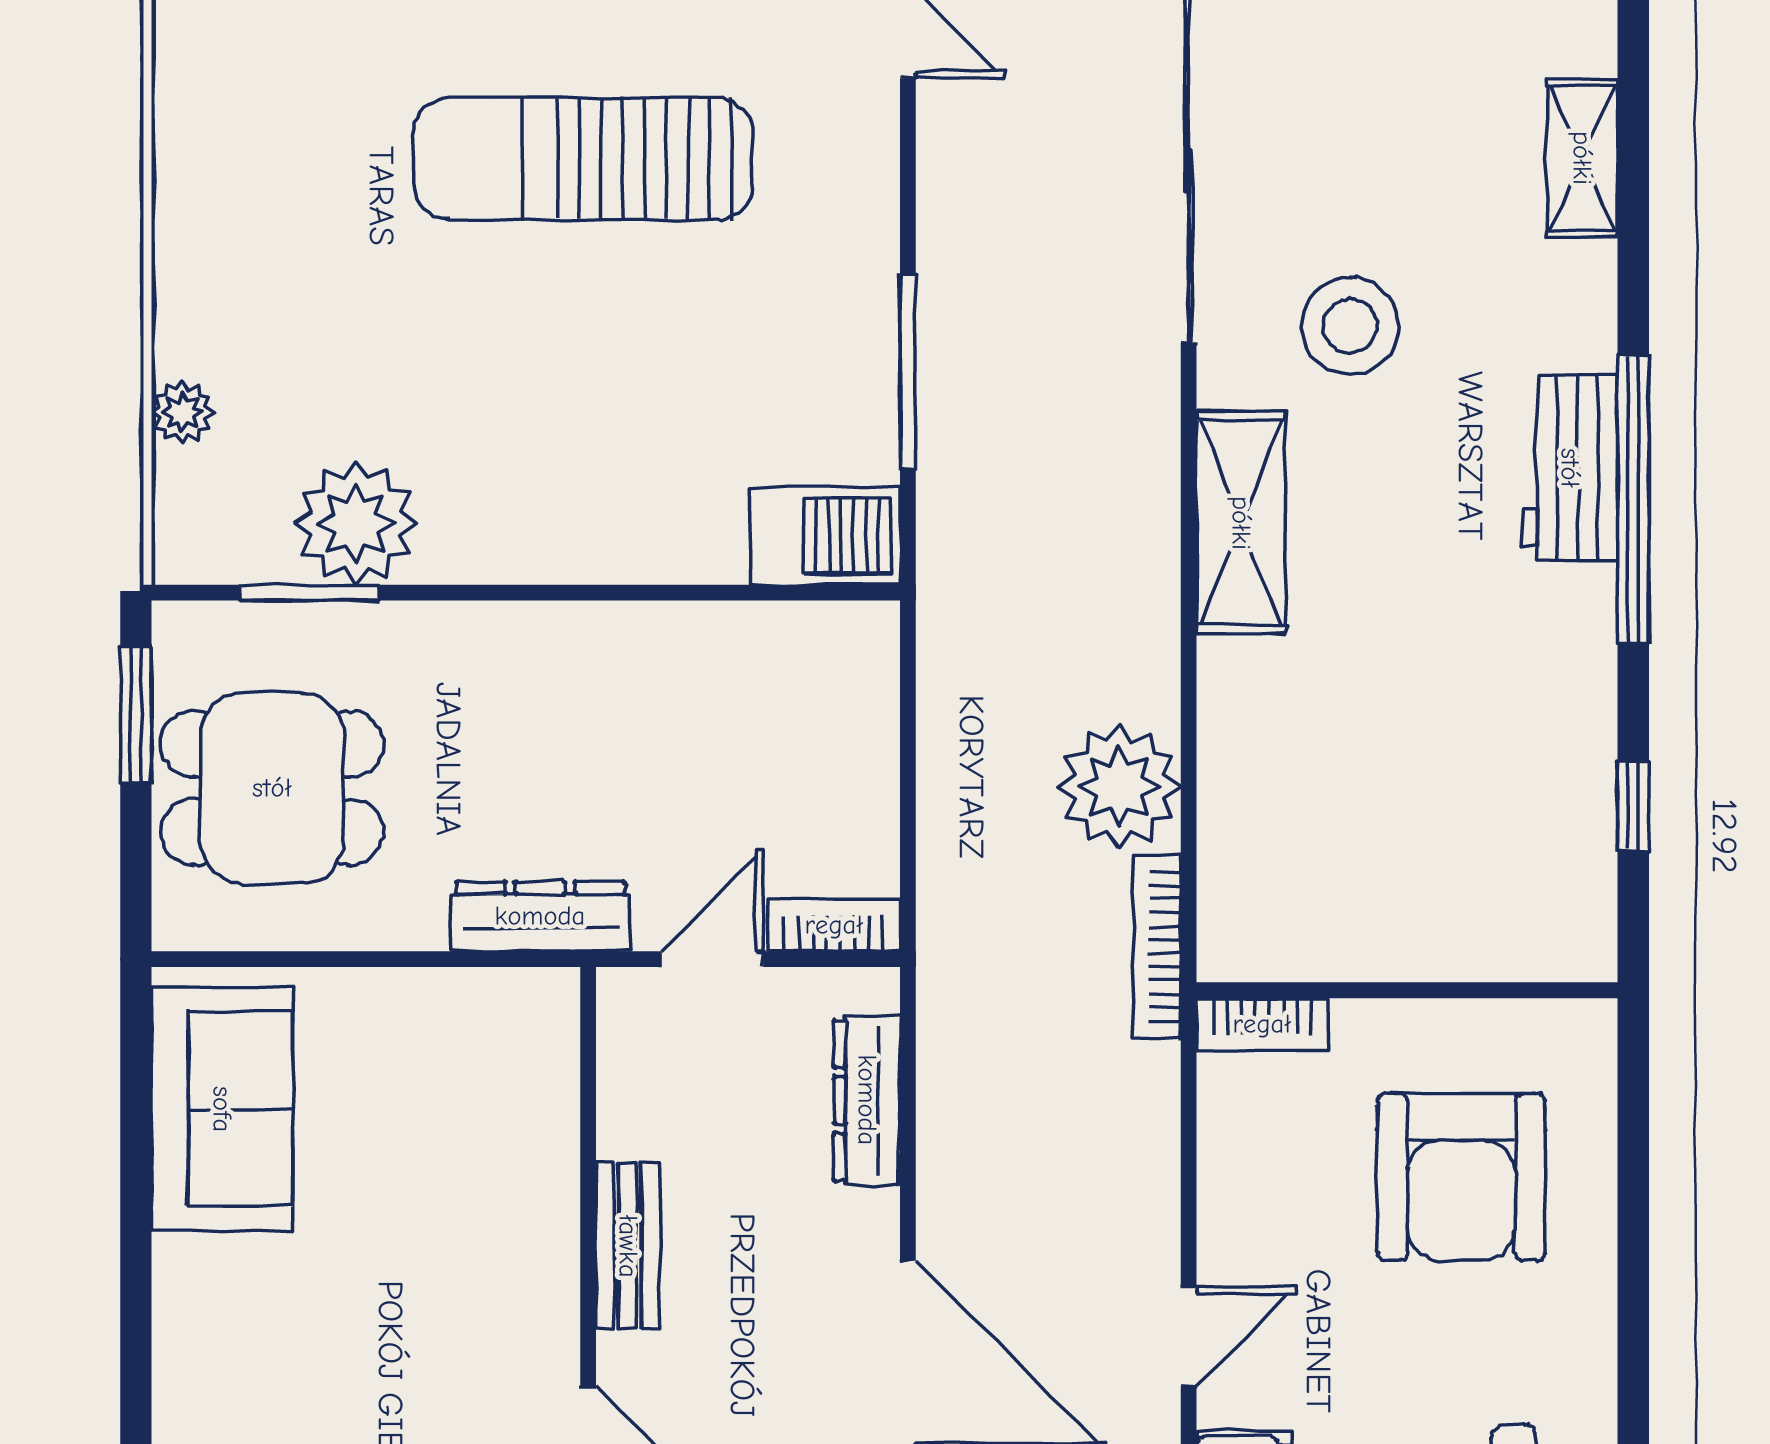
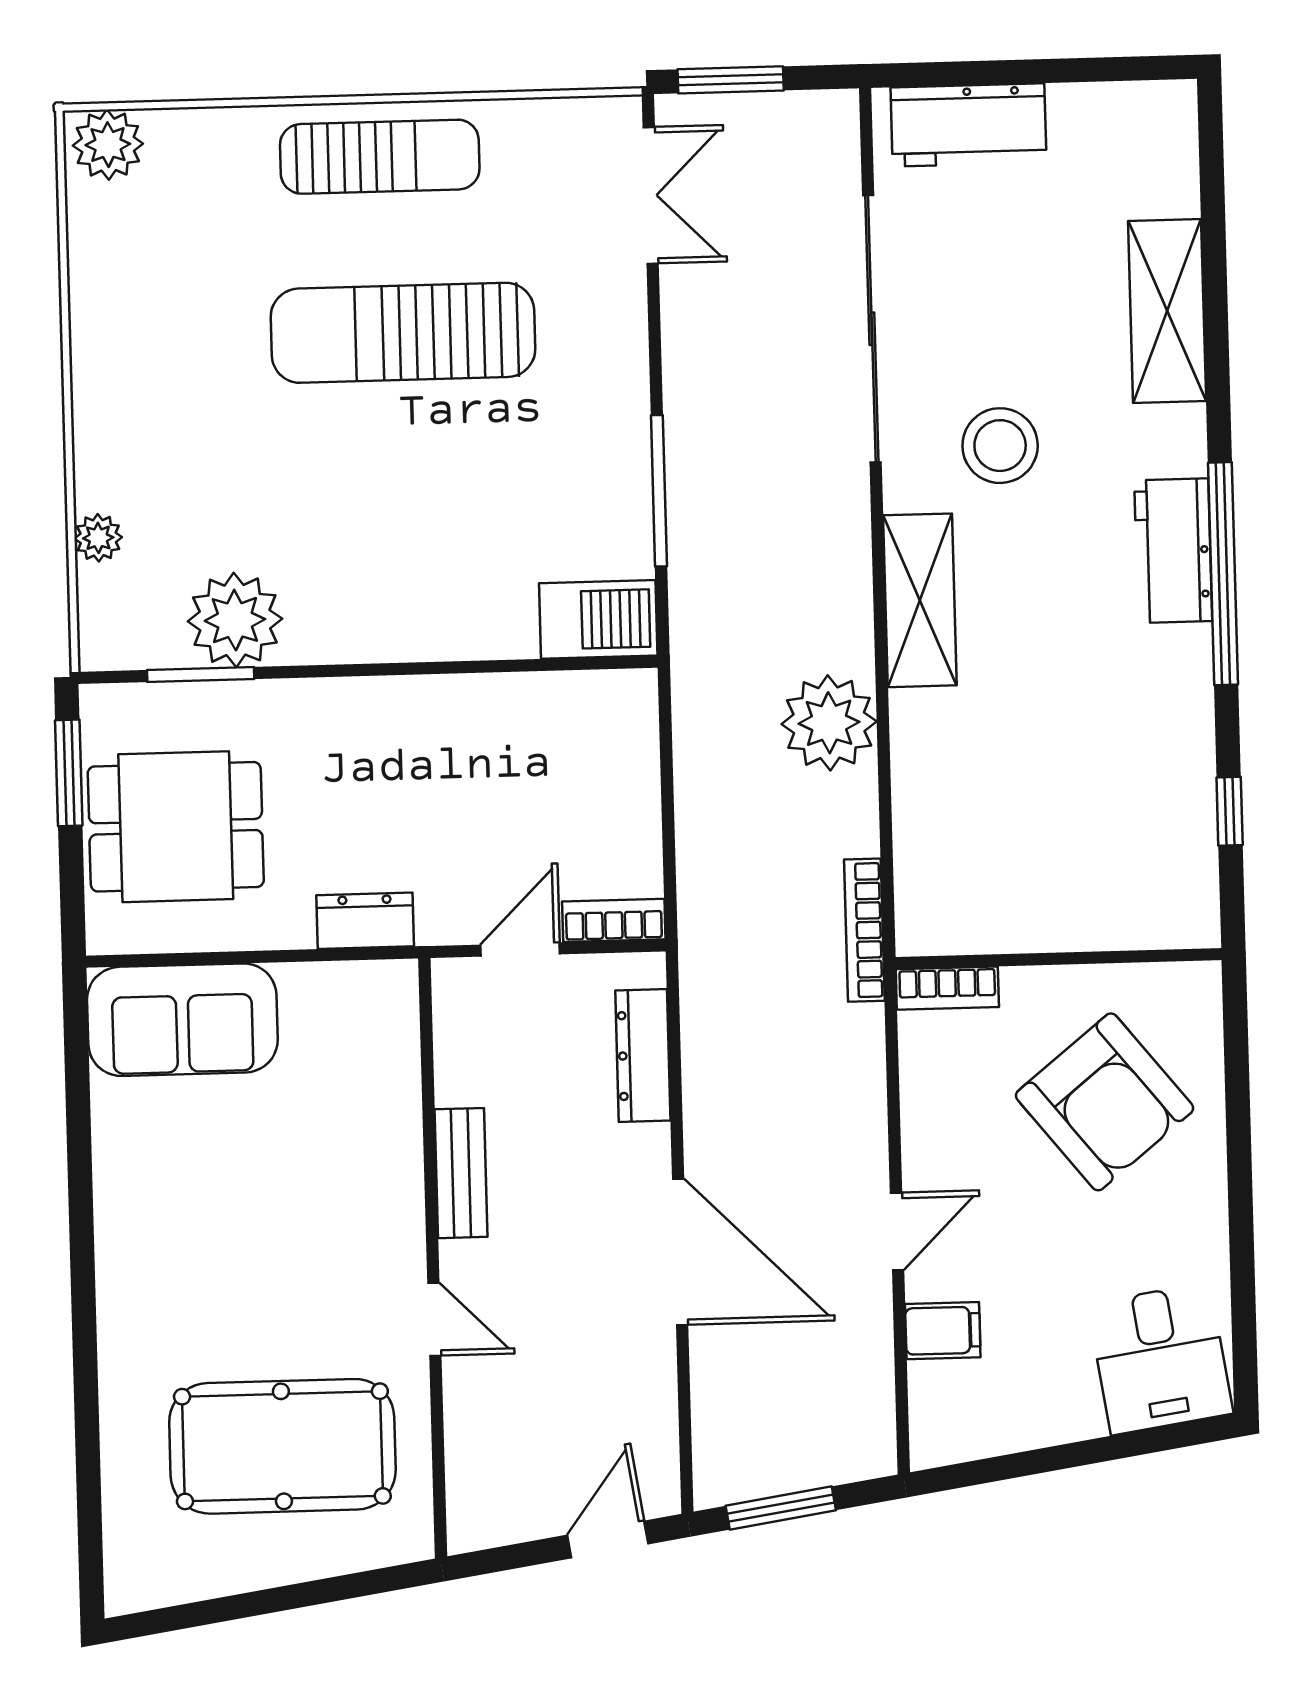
shelving: (1582, 158) -> (1167, 311), width x1.50, depth x1.33
plant: (1119, 787) -> (829, 723), moved
dresser: (540, 916) -> (365, 921), width x0.70
sofa: (222, 1109) -> (182, 1020), moved, turned 90
armchair: (1461, 1177) -> (1105, 1102), turned -39

